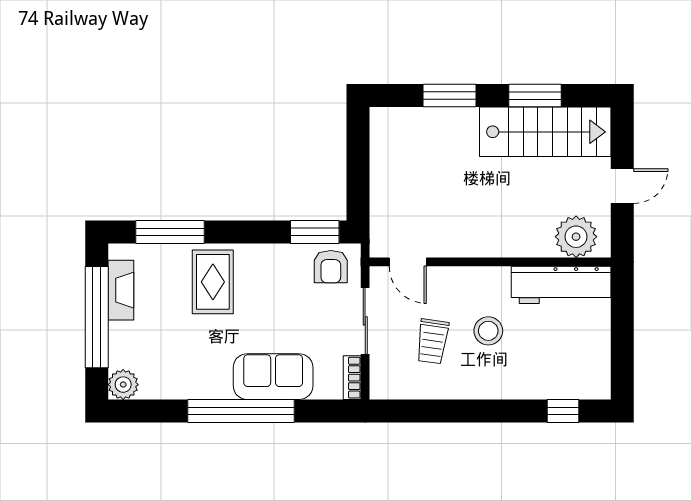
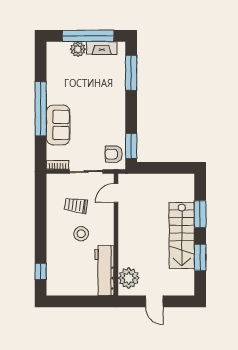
stairs: (545, 132) -> (182, 235), moved
rug: (213, 282) -> (106, 94), removed
plant: (123, 385) -> (78, 49), moved

